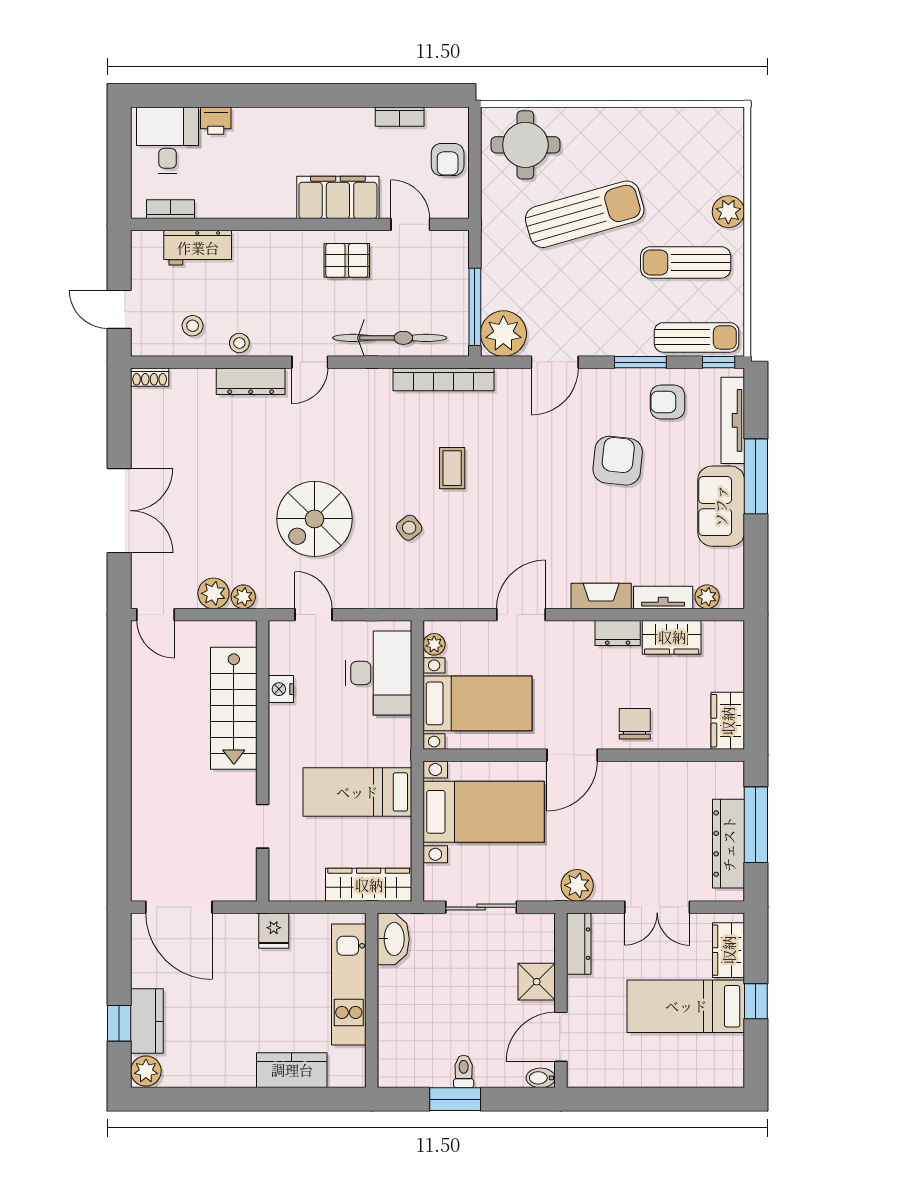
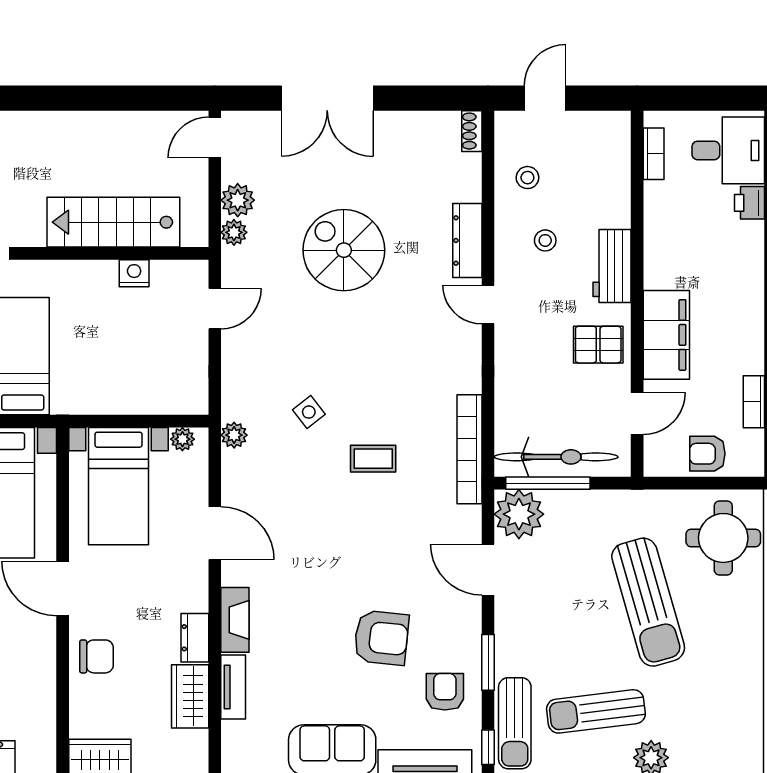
workbench: (198, 248) -> (612, 266), moved
pallet: (347, 260) -> (598, 345), turned 90
sun lounger: (686, 262) -> (596, 711), turned -97
bicycle: (390, 338) -> (556, 457), moved, turned -90
stool: (239, 343) -> (545, 240), moved
spiral stairs: (315, 519) -> (344, 250), moved
plant: (707, 597) -> (234, 435), moved
desk: (379, 673) -> (151, 379), removed

